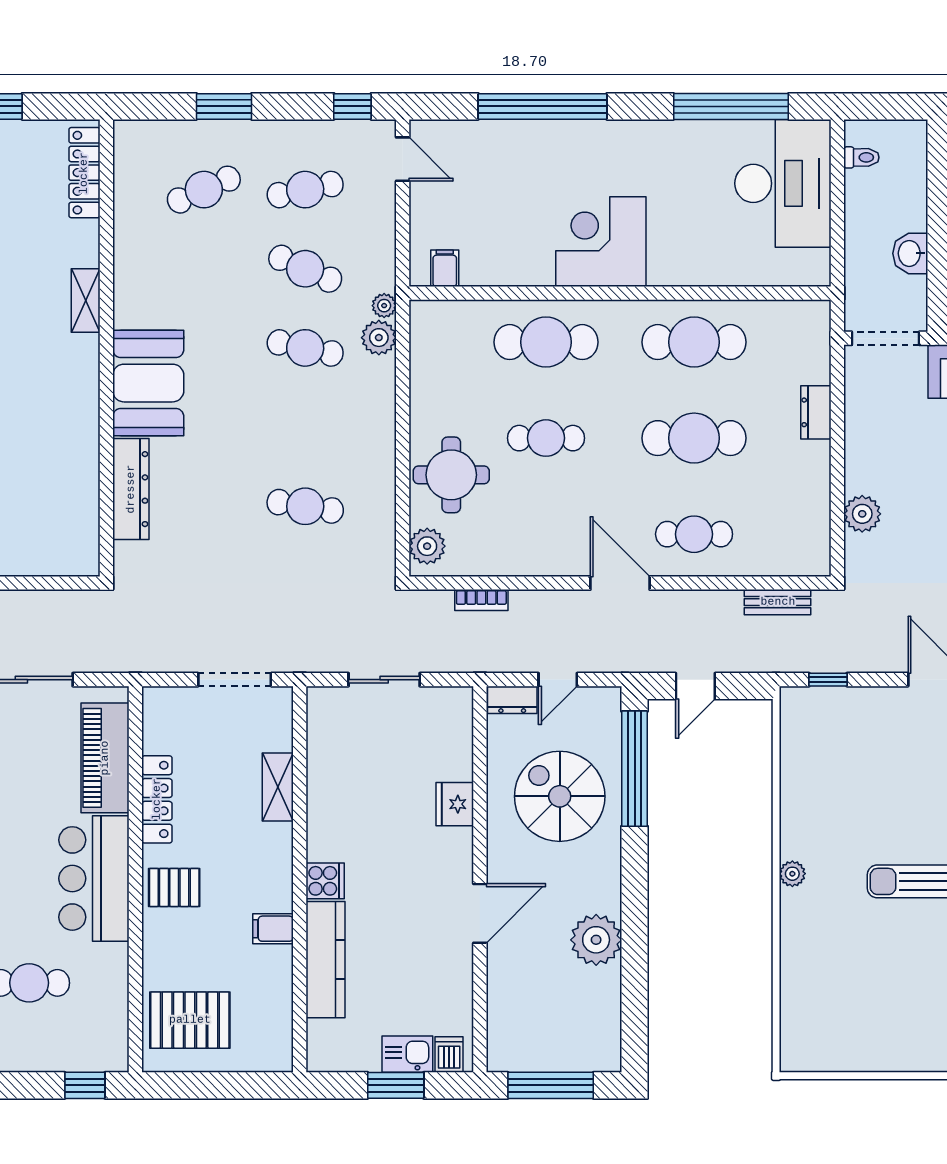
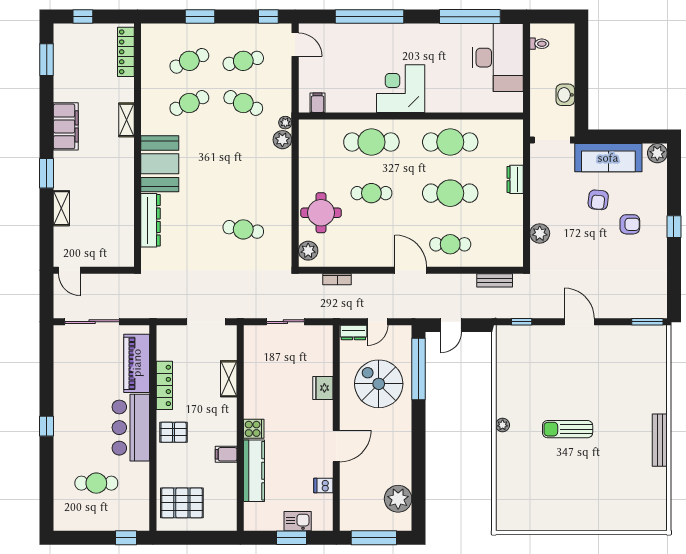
cafe table: (305, 348) -> (189, 103), moved, turned -36
plant: (596, 940) -> (398, 499), moved
dishwasher: (449, 1055) -> (323, 486), moved, turned -90

